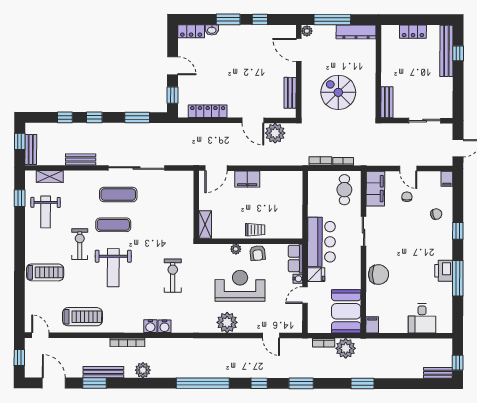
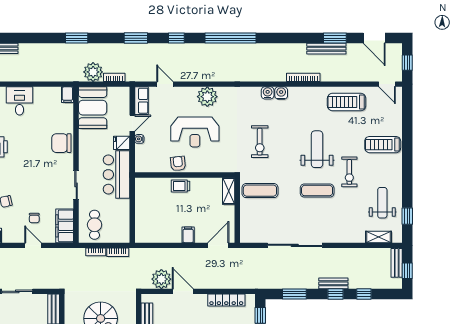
bench: (81, 159) -> (333, 283), moved
filing cabinet: (247, 179) -> (188, 235), width x0.50
exercise mat: (118, 195) -> (260, 191), moved
plant: (236, 249) -> (199, 167), removed
row of seats: (295, 258) -> (142, 101), moved
plant: (143, 370) -> (288, 51), removed

